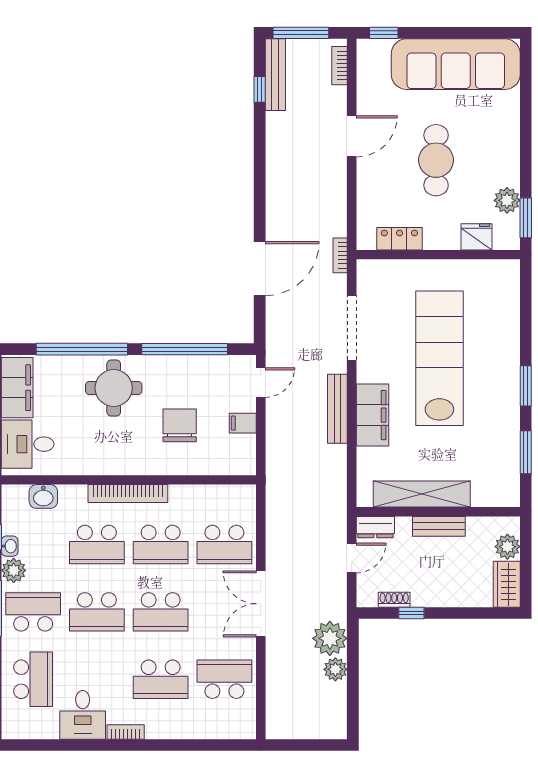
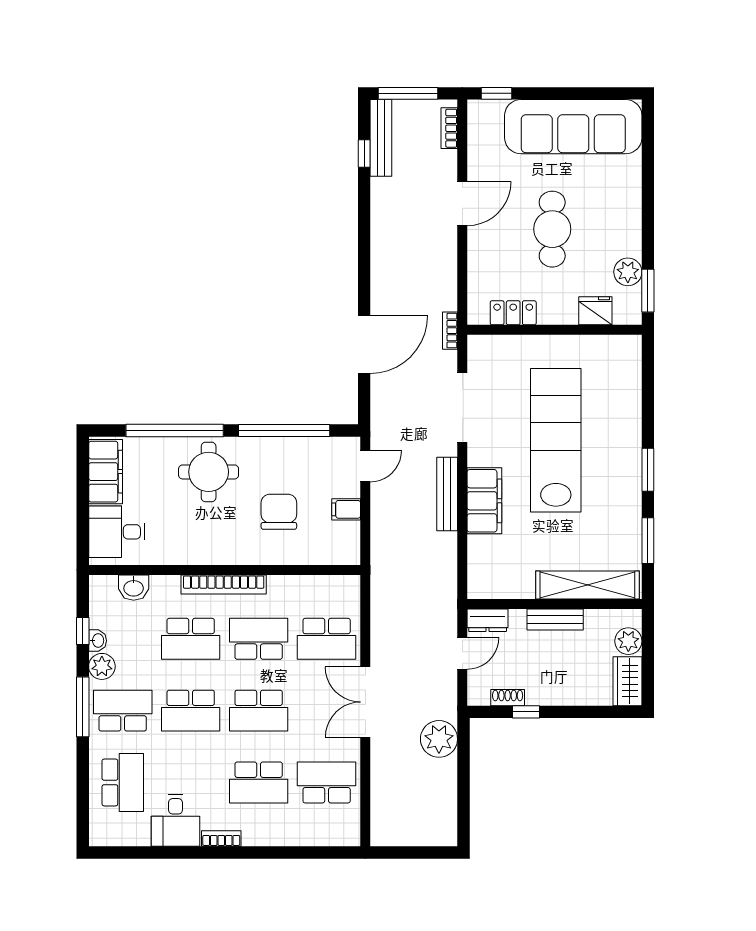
shelving: (422, 494) -> (587, 585), moved
school desk: (161, 544) -> (259, 639), turned 180
plant: (335, 669) -> (445, 772), removed

